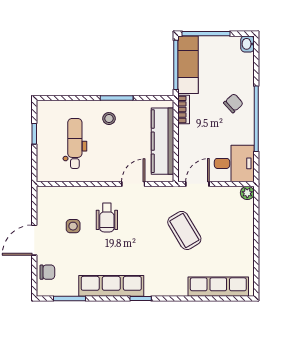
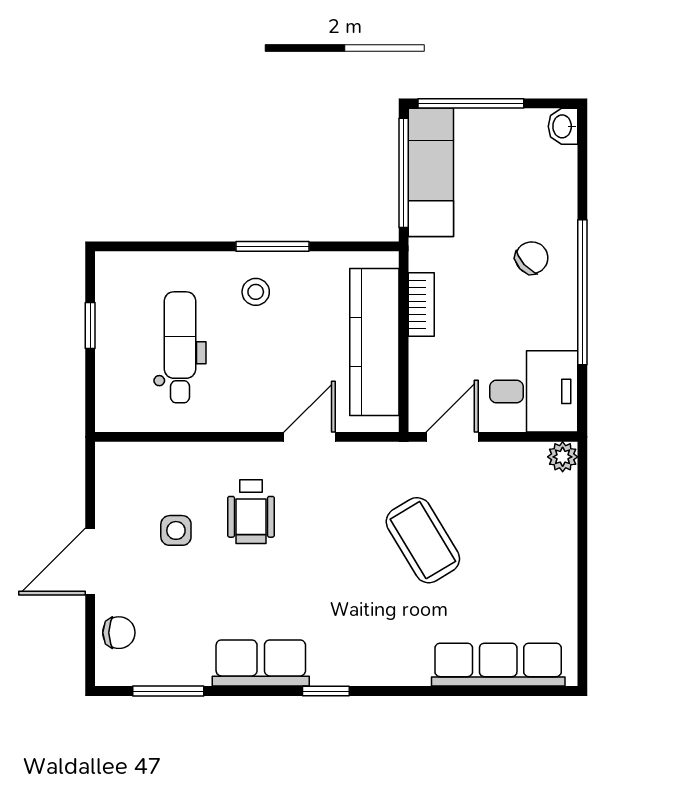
bookcase: (184, 109) -> (421, 305), moved
row of seats: (111, 286) -> (261, 663), width x0.68

